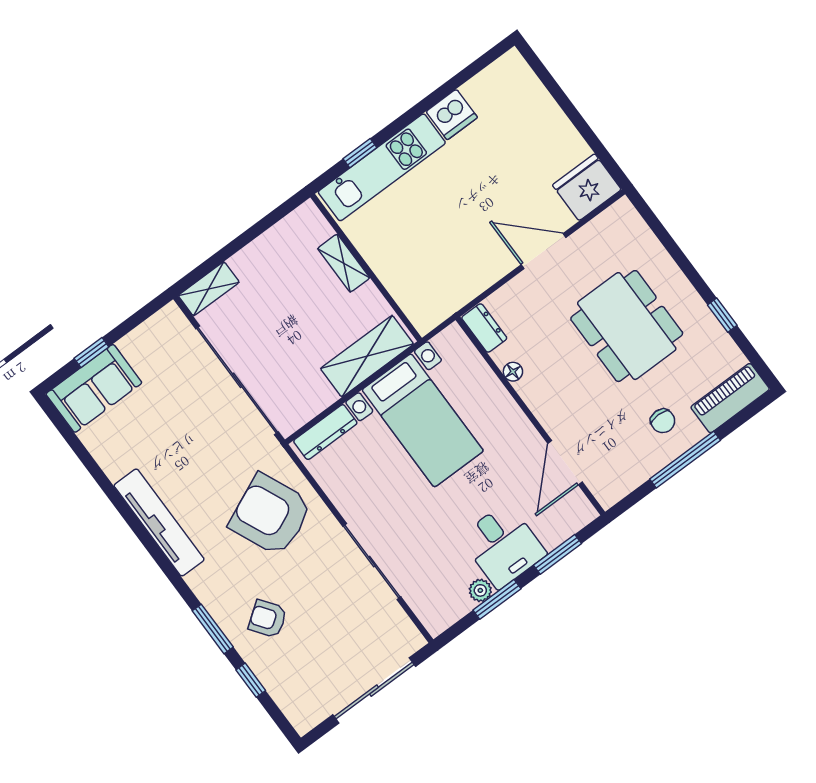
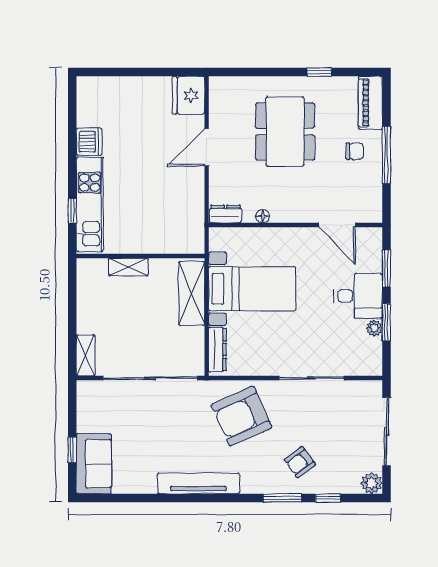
dining table: (627, 326) -> (285, 131), turned 90
plant: (304, 717) -> (372, 483), added

